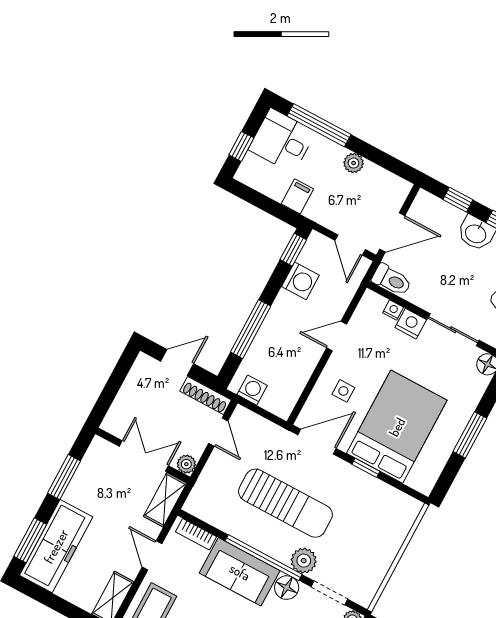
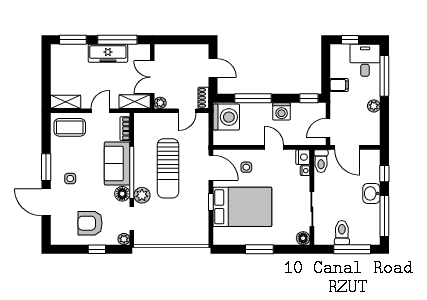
washing machine: (300, 281) -> (282, 111), moved
nightstand: (411, 324) -> (303, 157), moved
washing machine: (252, 390) -> (226, 117), width x1.89, depth x1.89
shoe rack: (206, 395) -> (203, 98), width x0.70
double door: (144, 456) -> (152, 77), swing flipped
window: (64, 477) -> (117, 40), width x1.44
freezer: (56, 546) -> (108, 53), moved, width x0.73, depth x0.79

